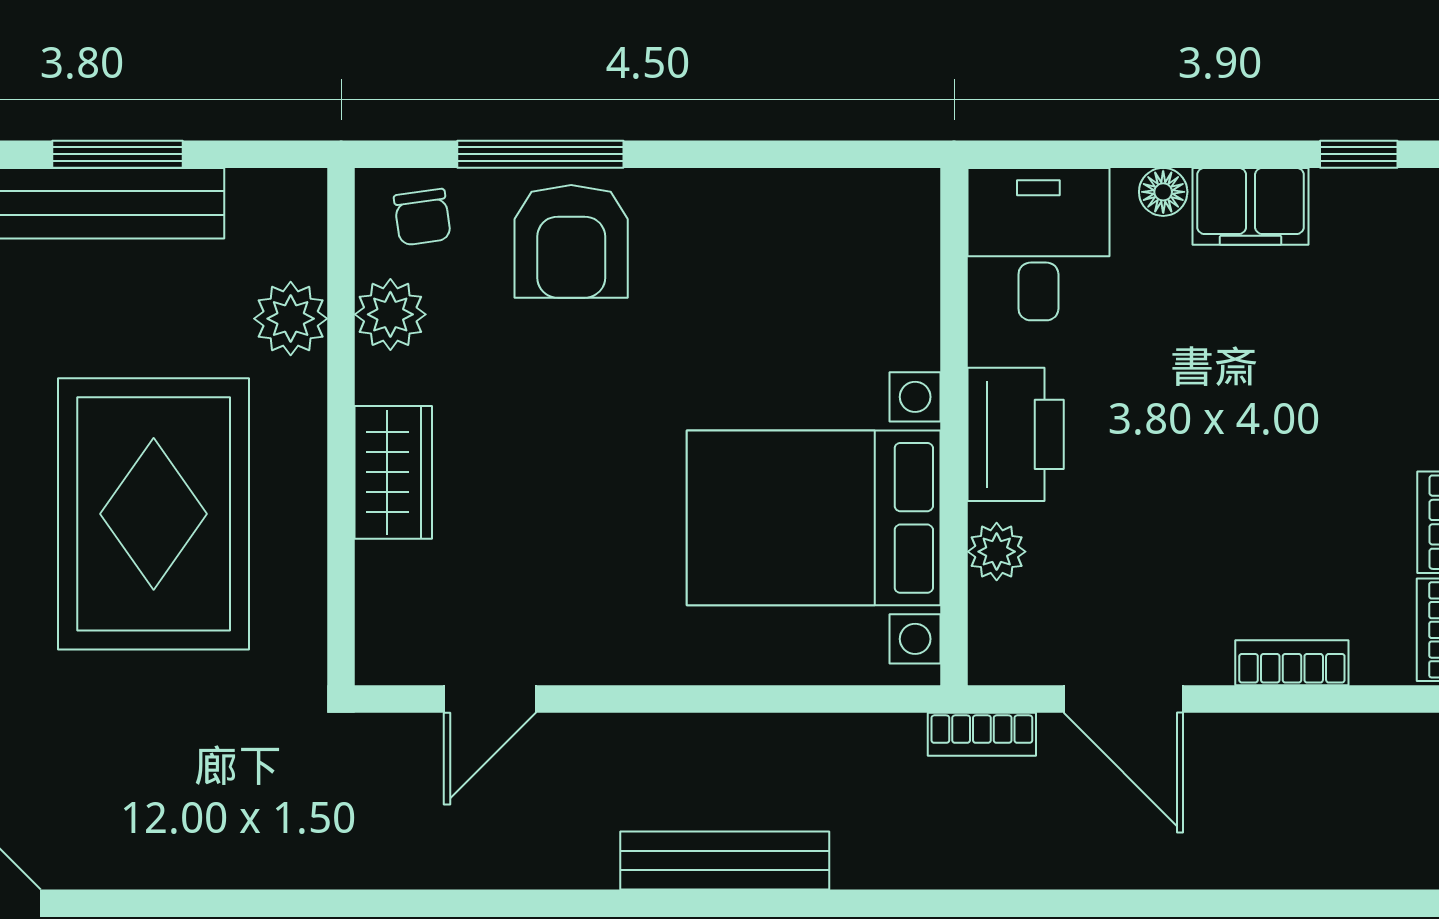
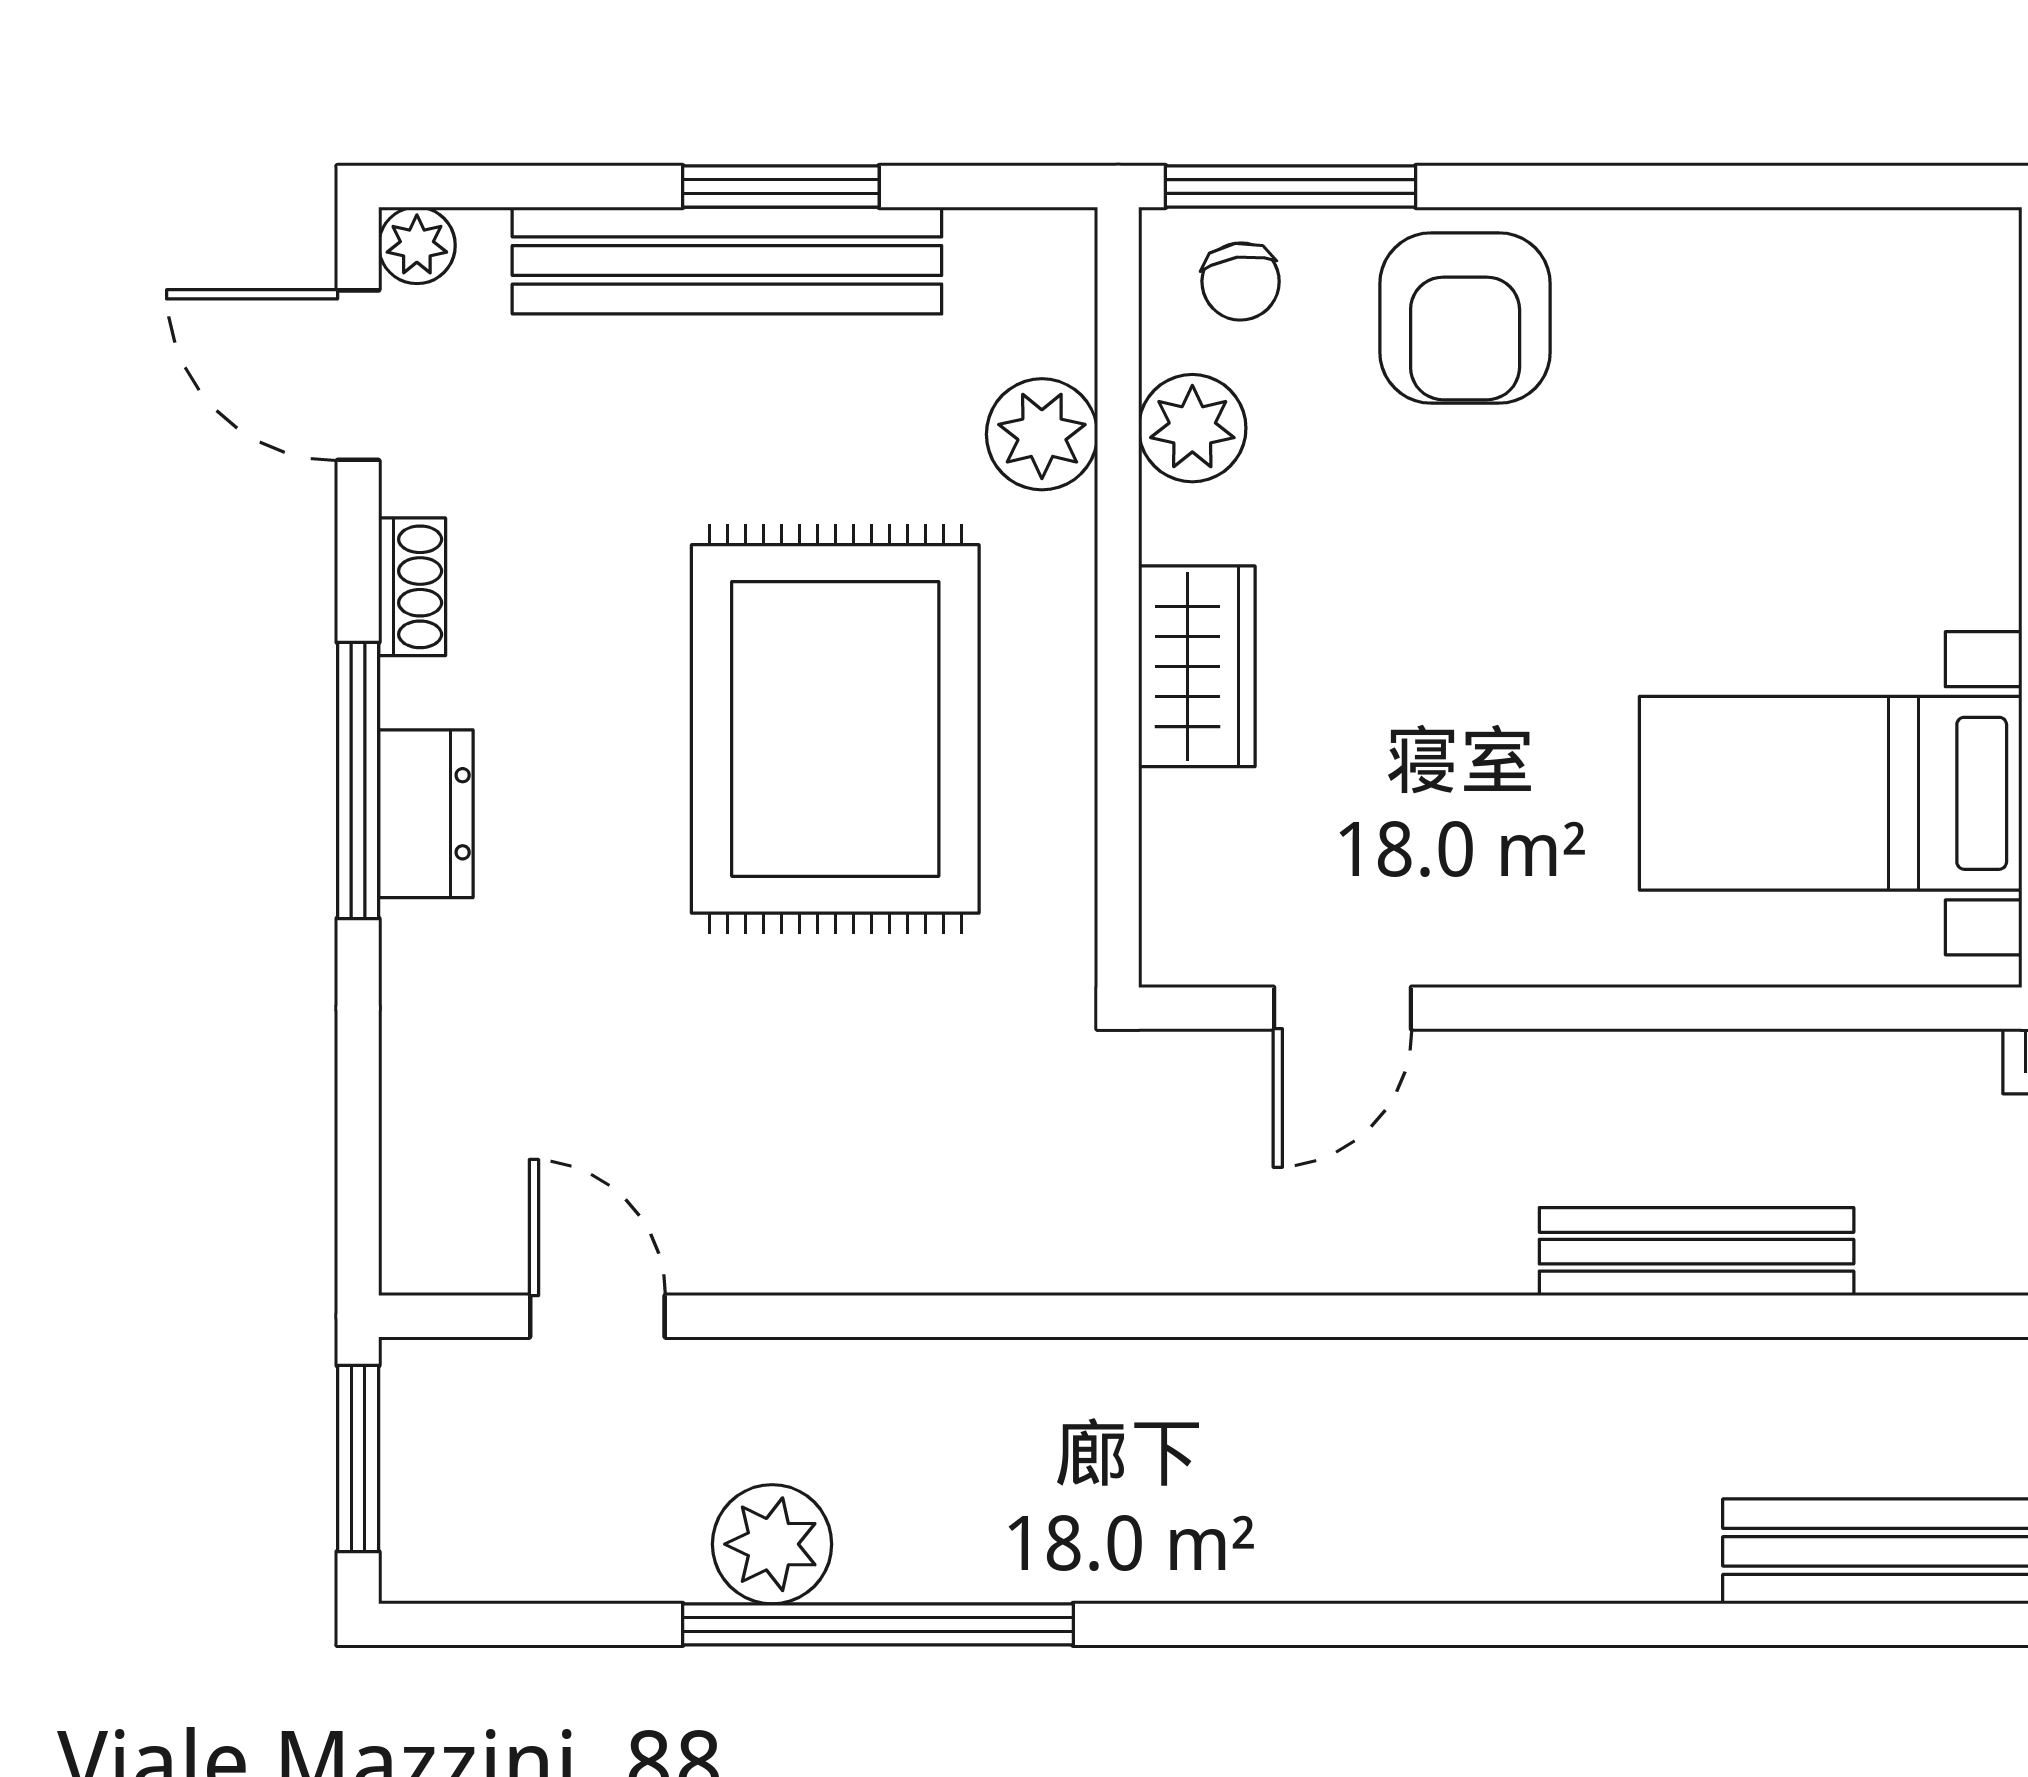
window: (540, 154) -> (1291, 187), moved
bed with nightstands: (814, 518) -> (1831, 793), width x0.73

